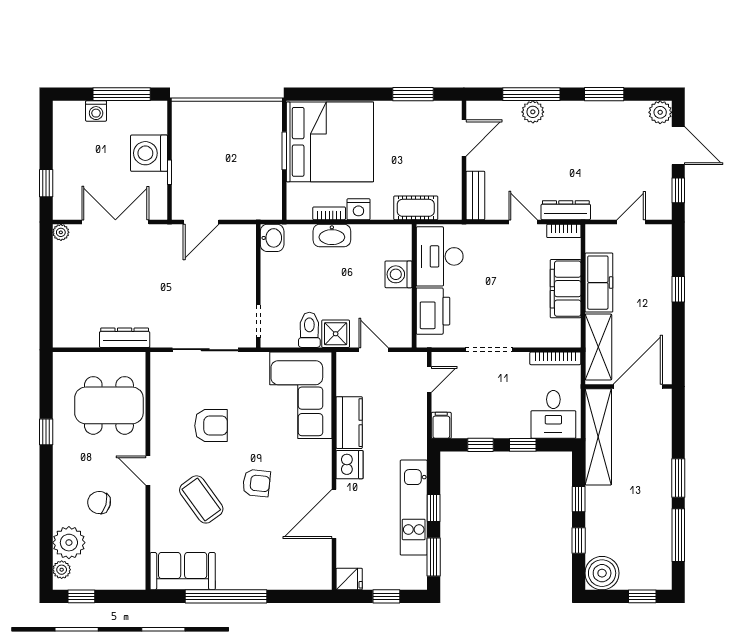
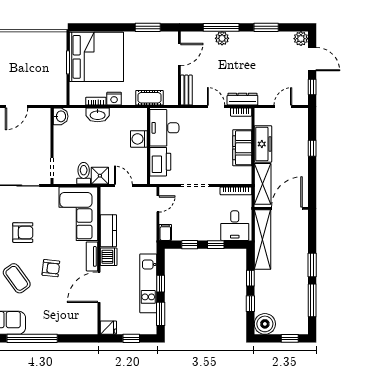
tv unit: (323, 464) -> (92, 256), added

